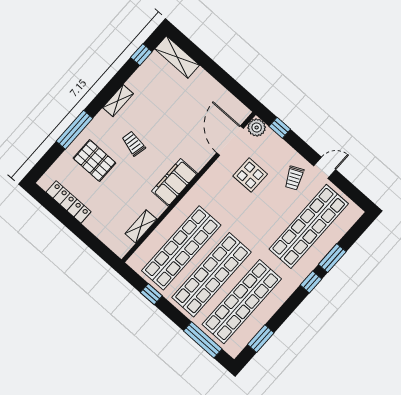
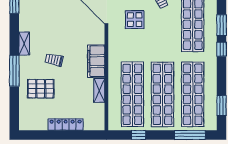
window: (74, 130) -> (14, 71), moved
locker: (69, 202) -> (66, 125), moved
shelving: (141, 226) -> (99, 90), moved

